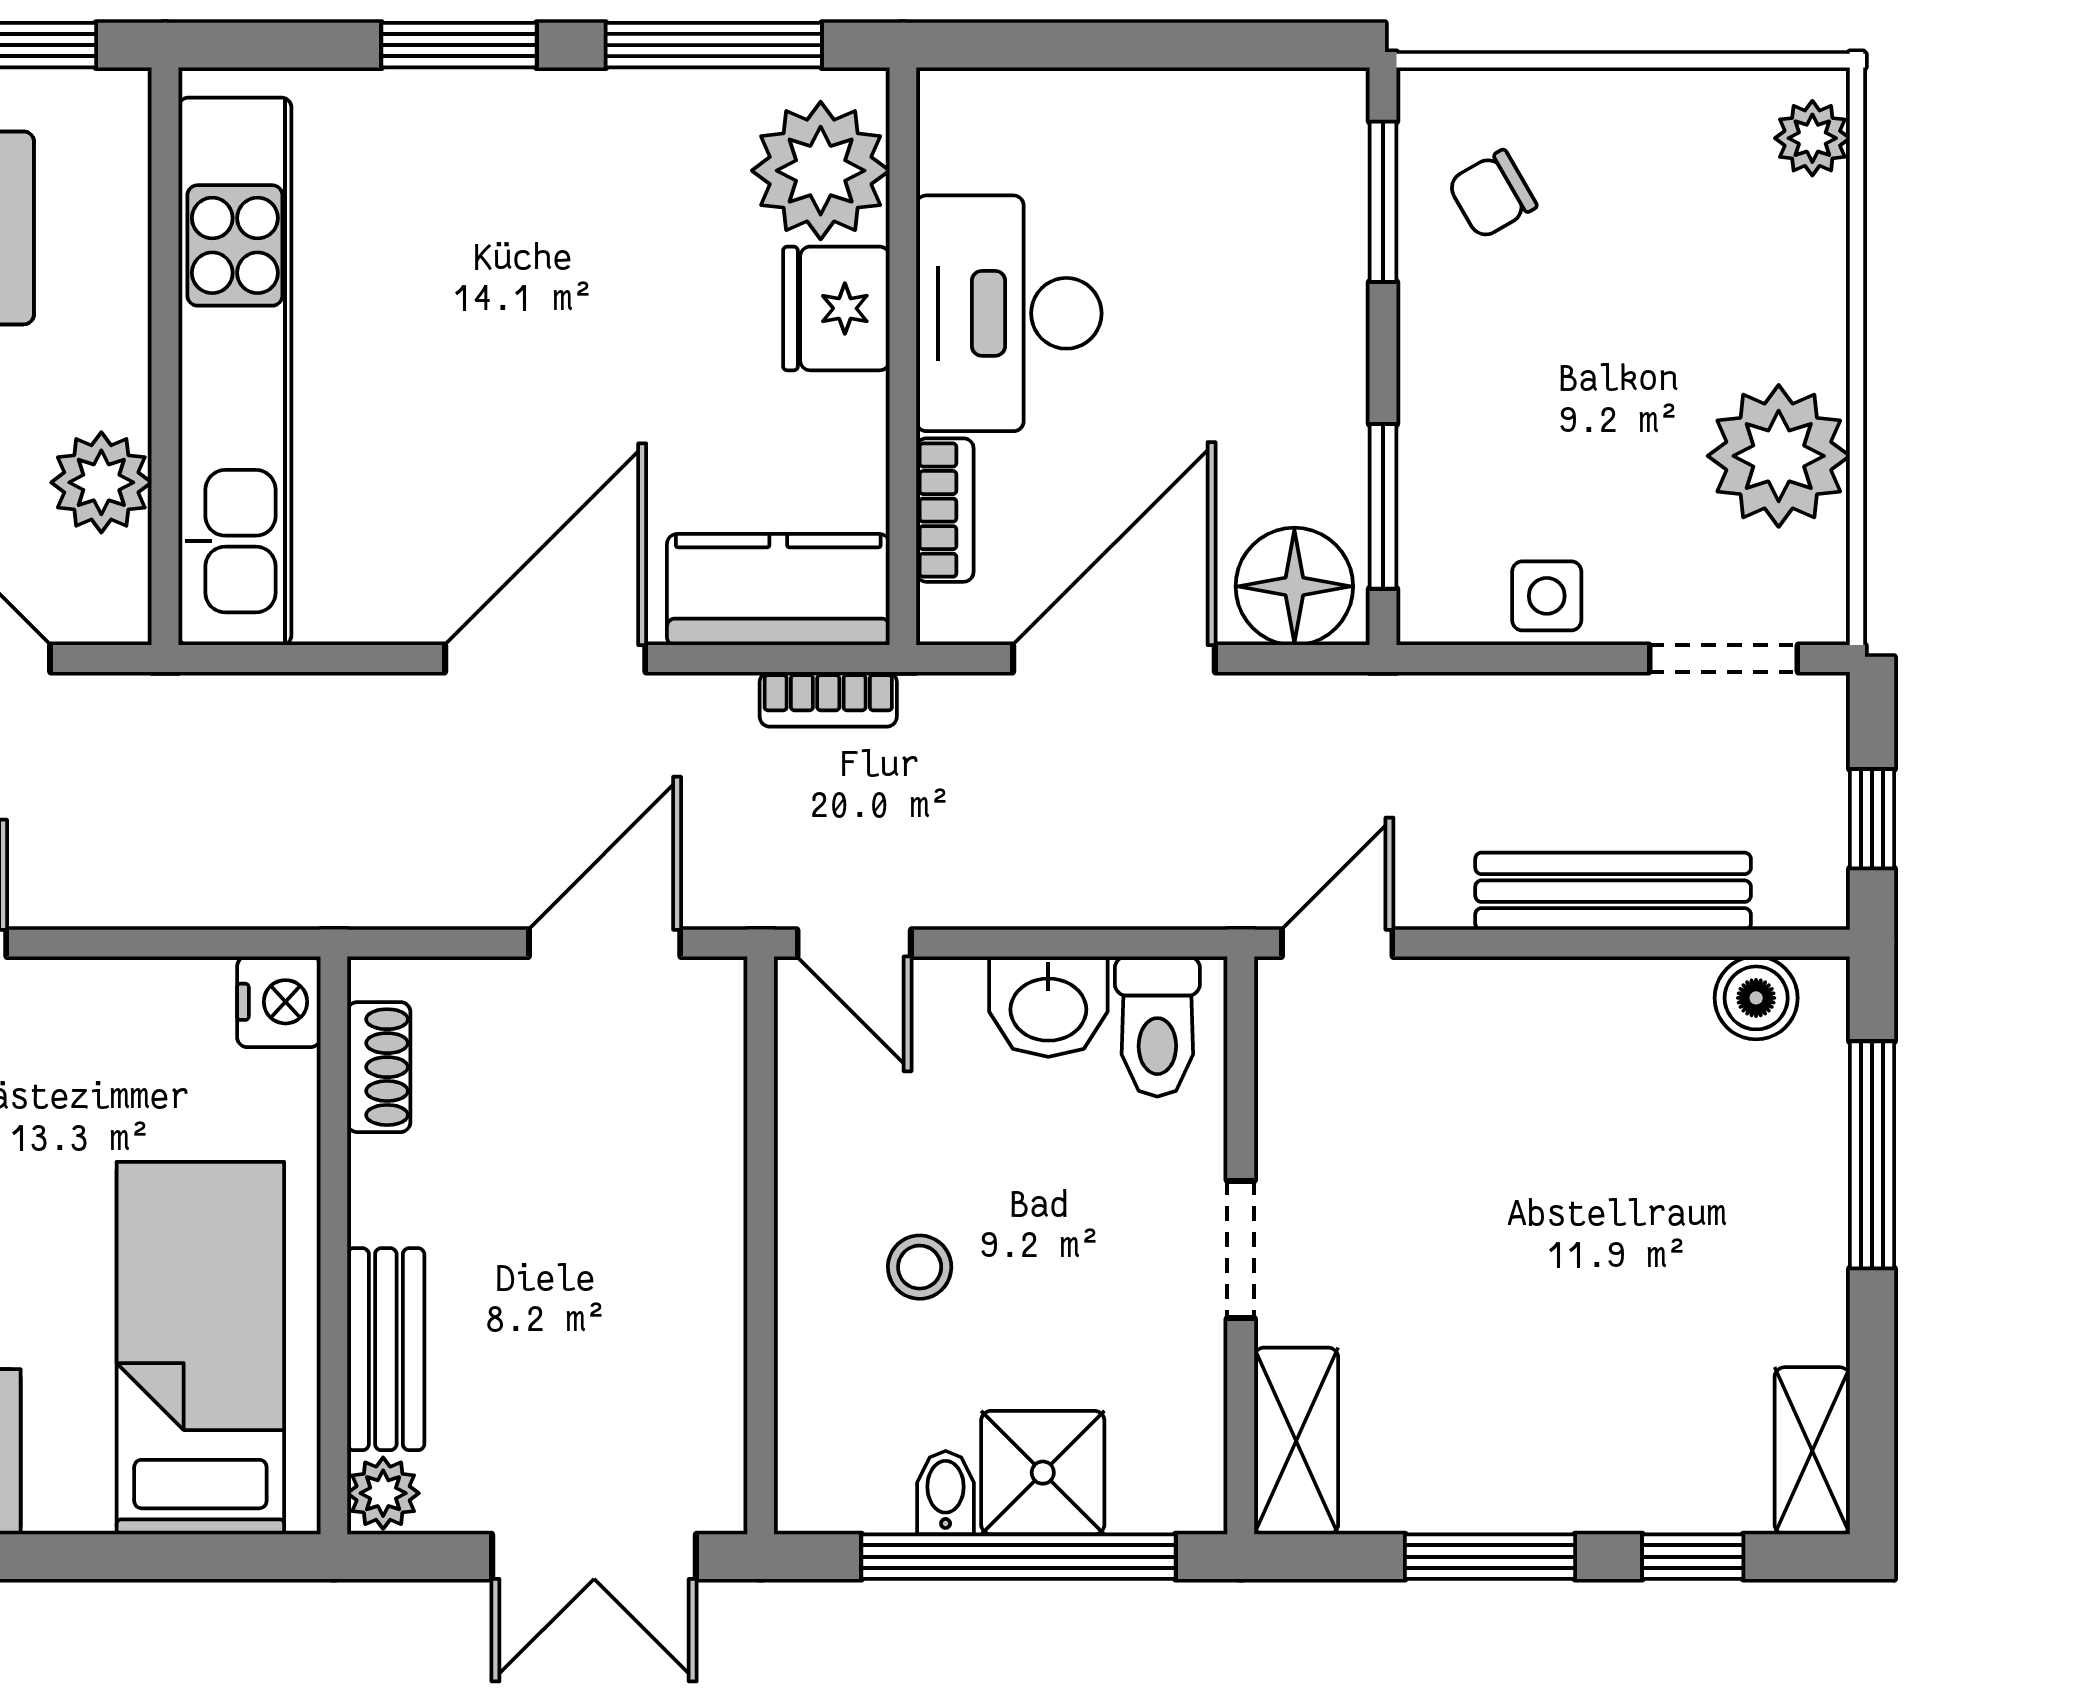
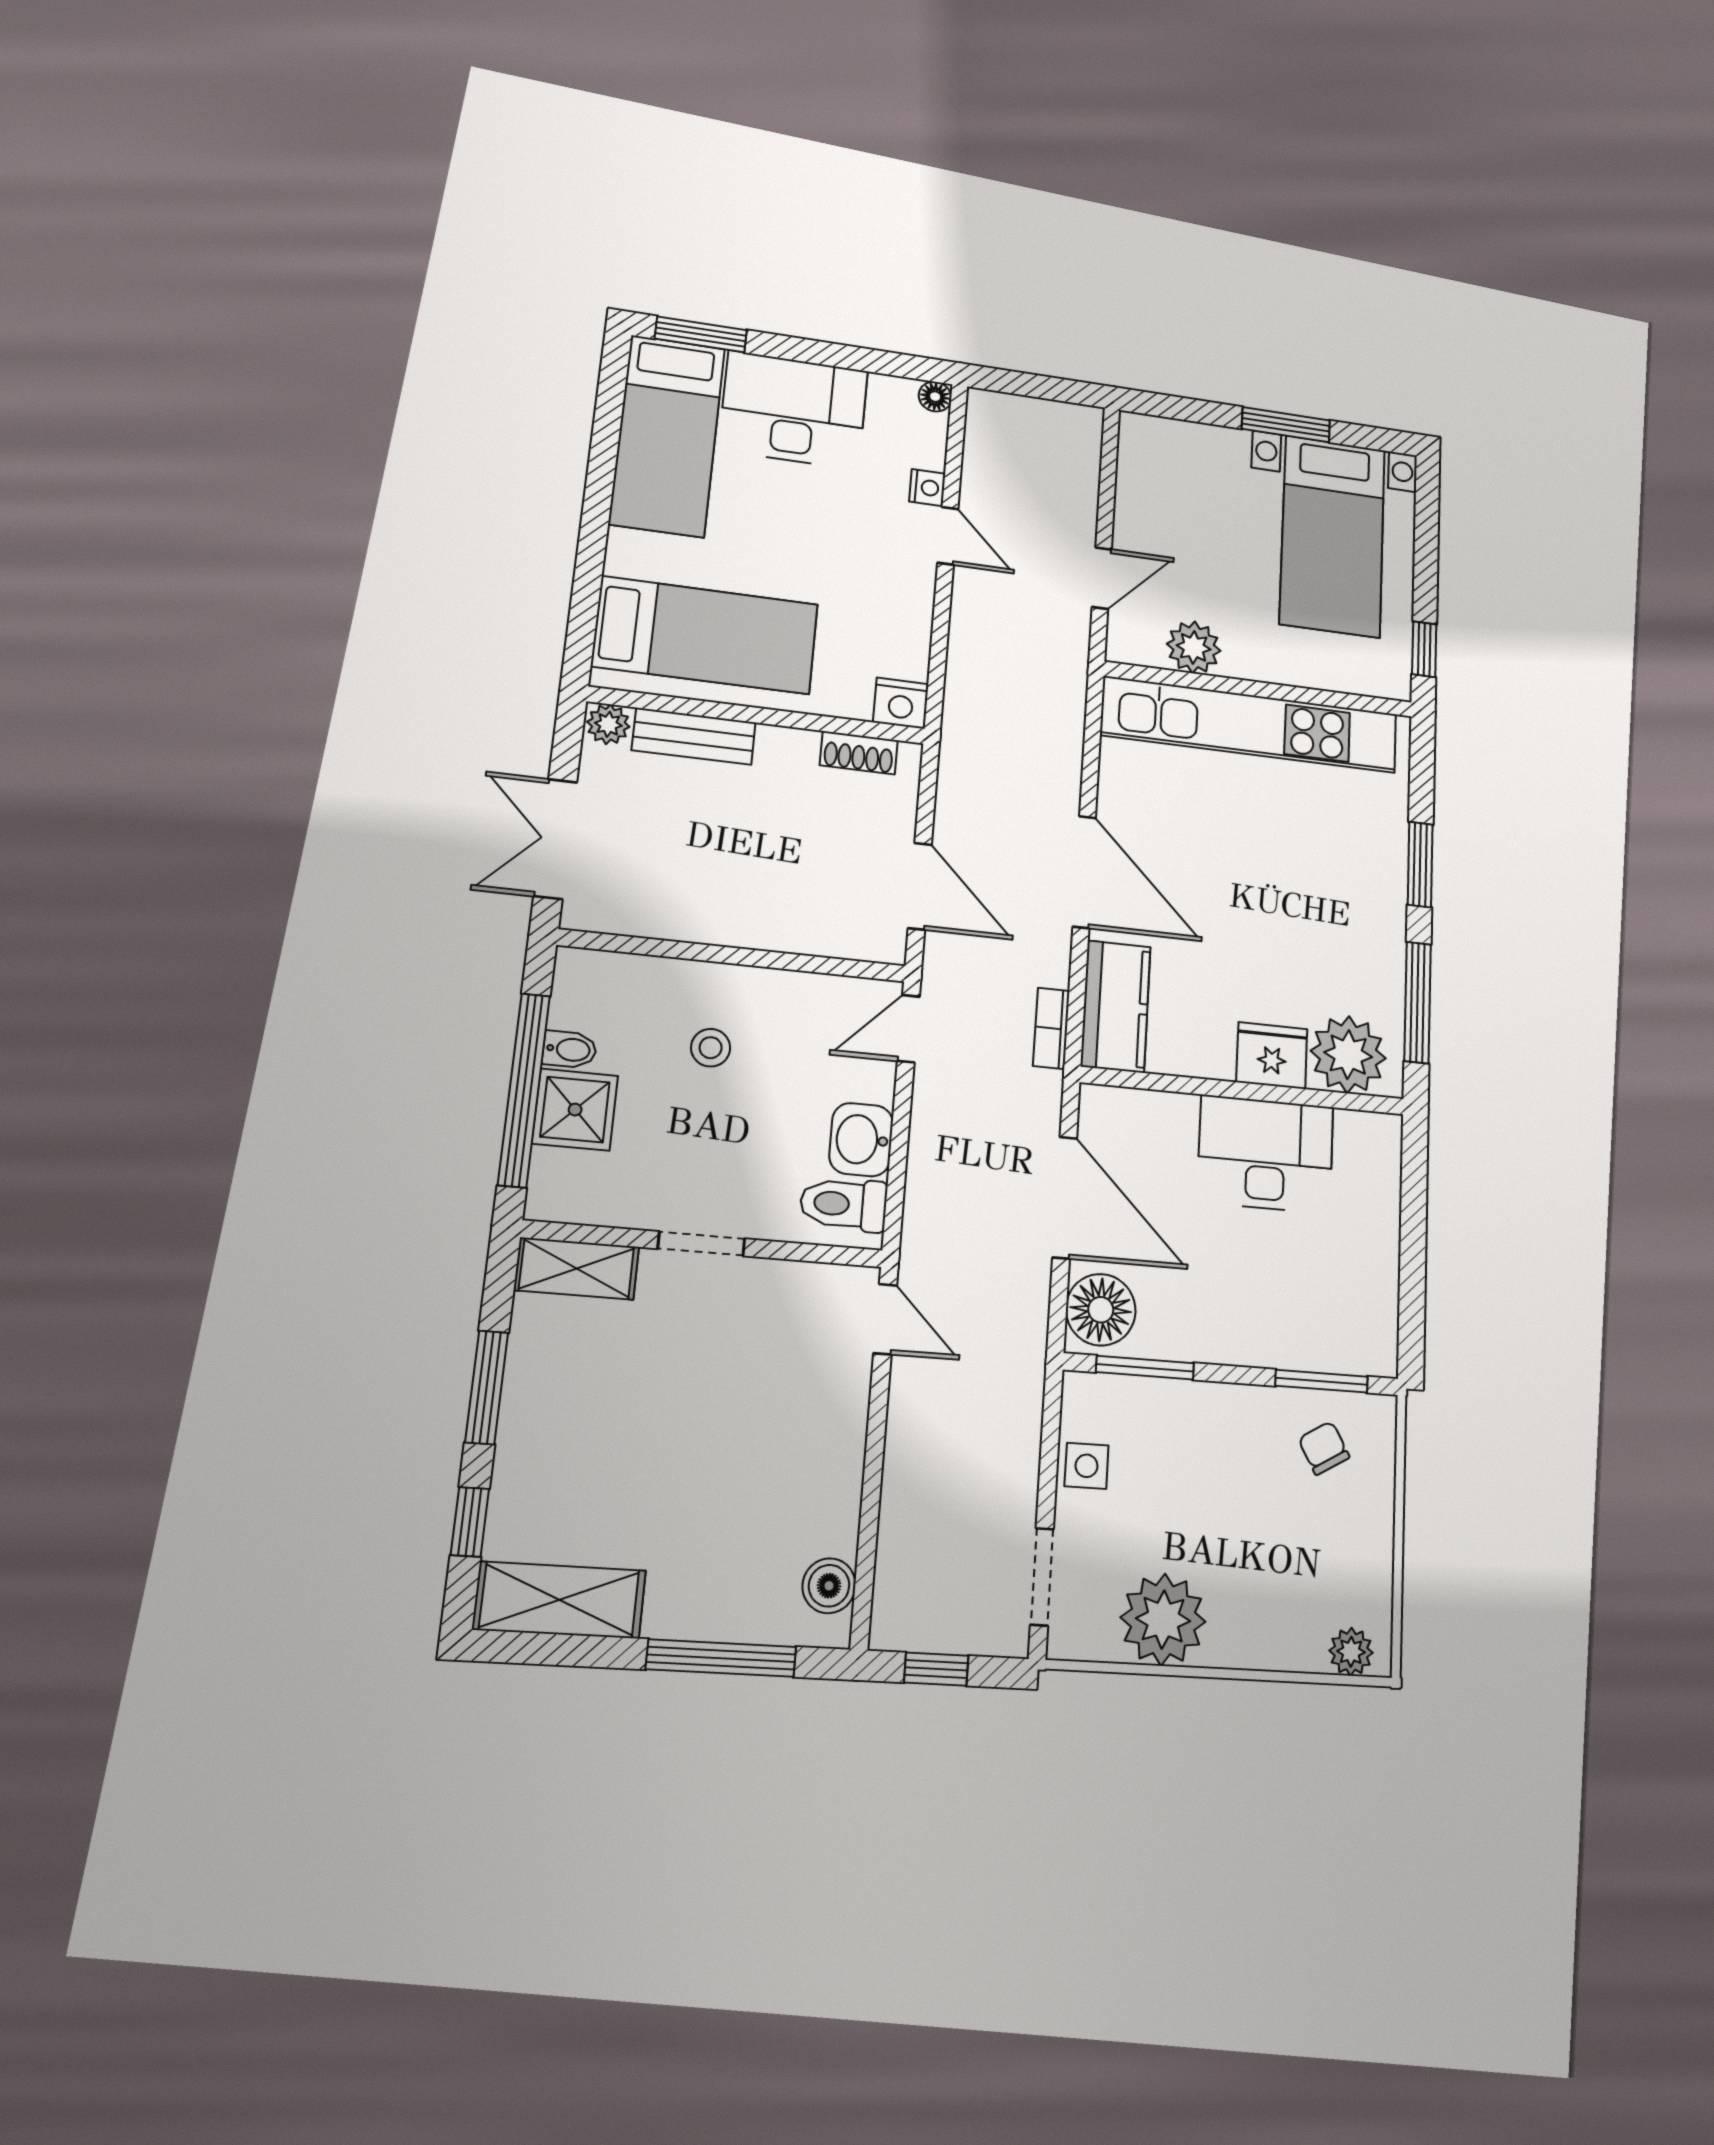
bookcase: (945, 510) -> (1156, 1106), removed
bench: (1613, 891) -> (904, 1496), removed
shelving: (1812, 1451) -> (559, 1600), width x1.50, depth x1.33

